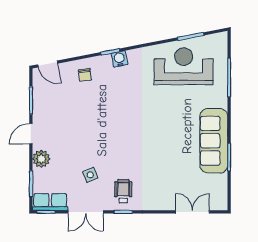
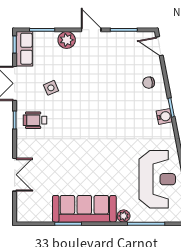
door: (48, 64) -> (159, 46), hinge flipped
plant: (221, 101) -> (124, 216), added
wheelchair: (123, 191) -> (35, 120), turned 180
double door: (192, 212) -> (15, 175), moved

